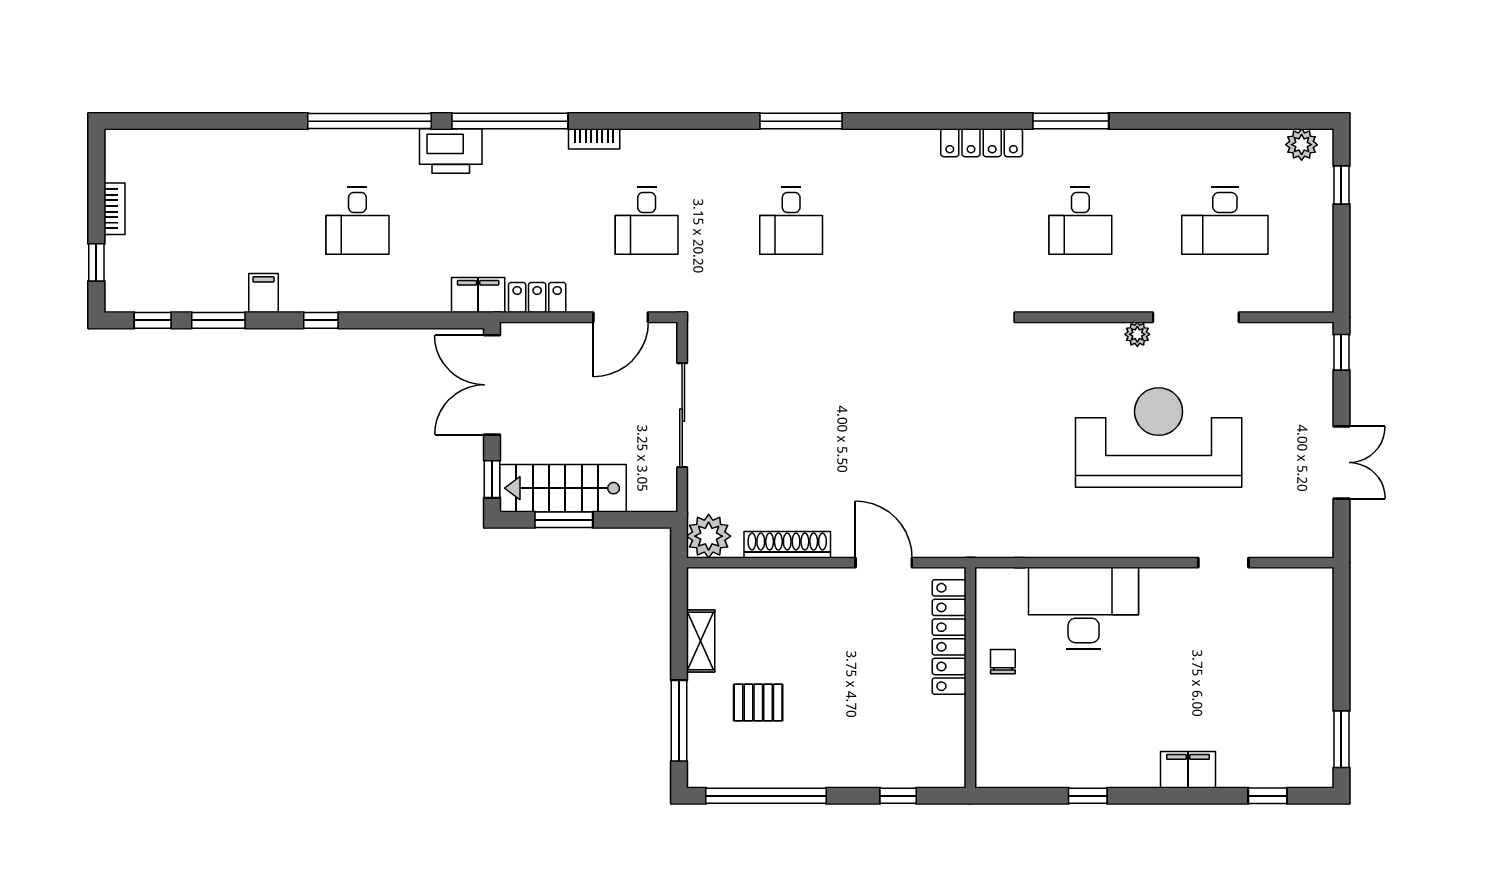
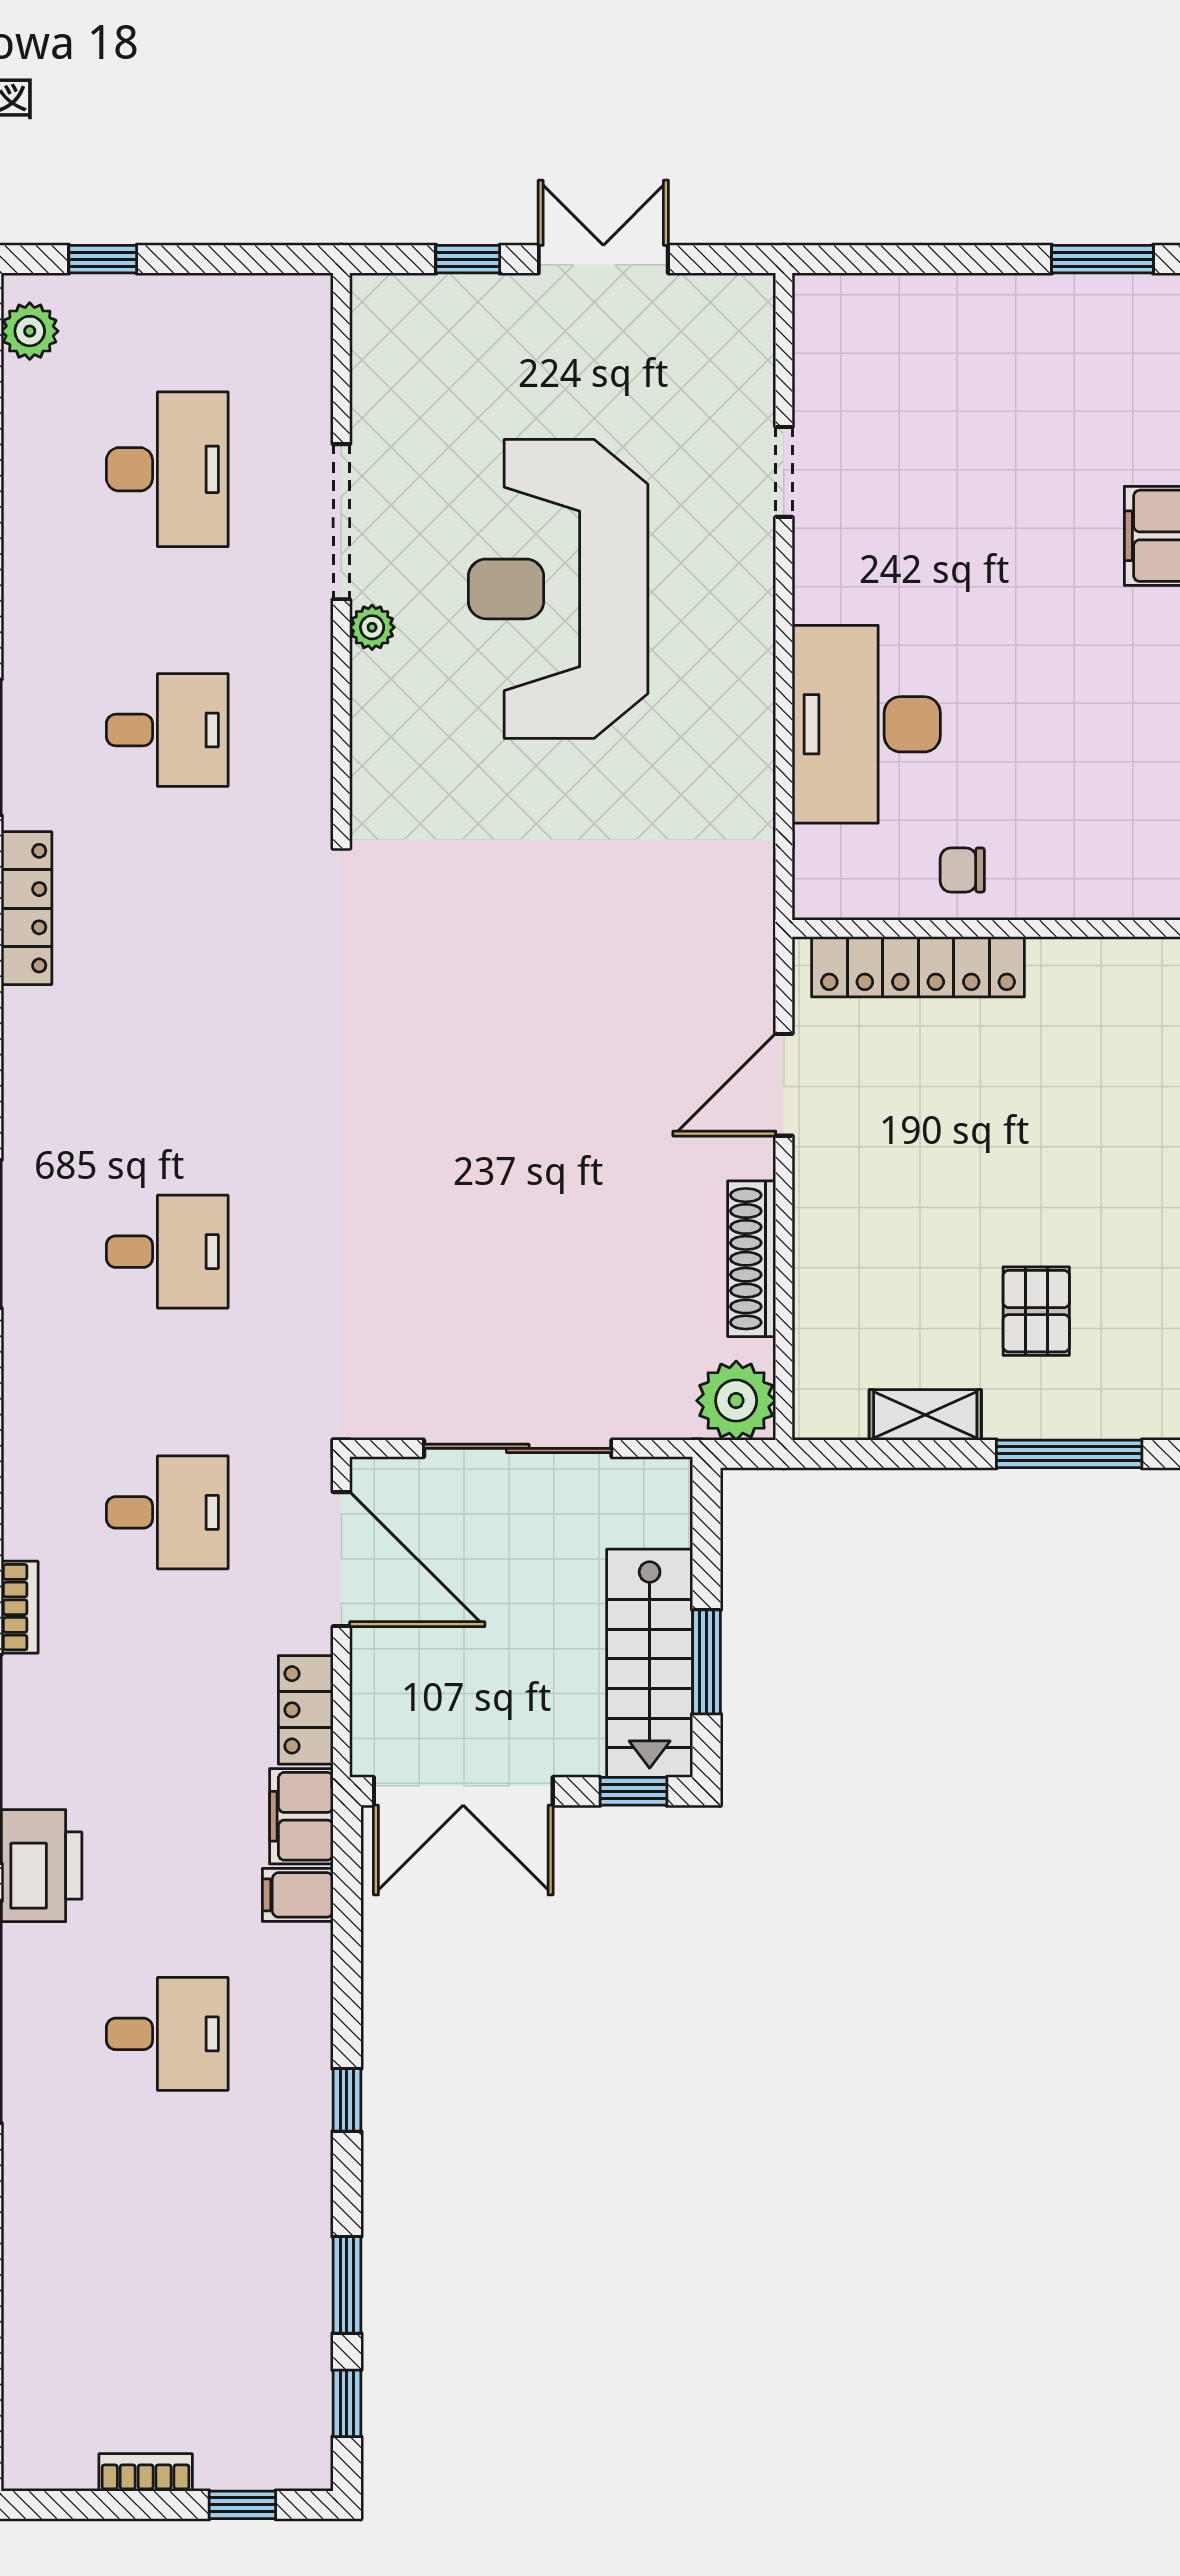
filing cabinet: (264, 293) -> (298, 1895), moved
door: (621, 317) -> (341, 1559), width x1.36
window: (1341, 352) -> (468, 259), moved

